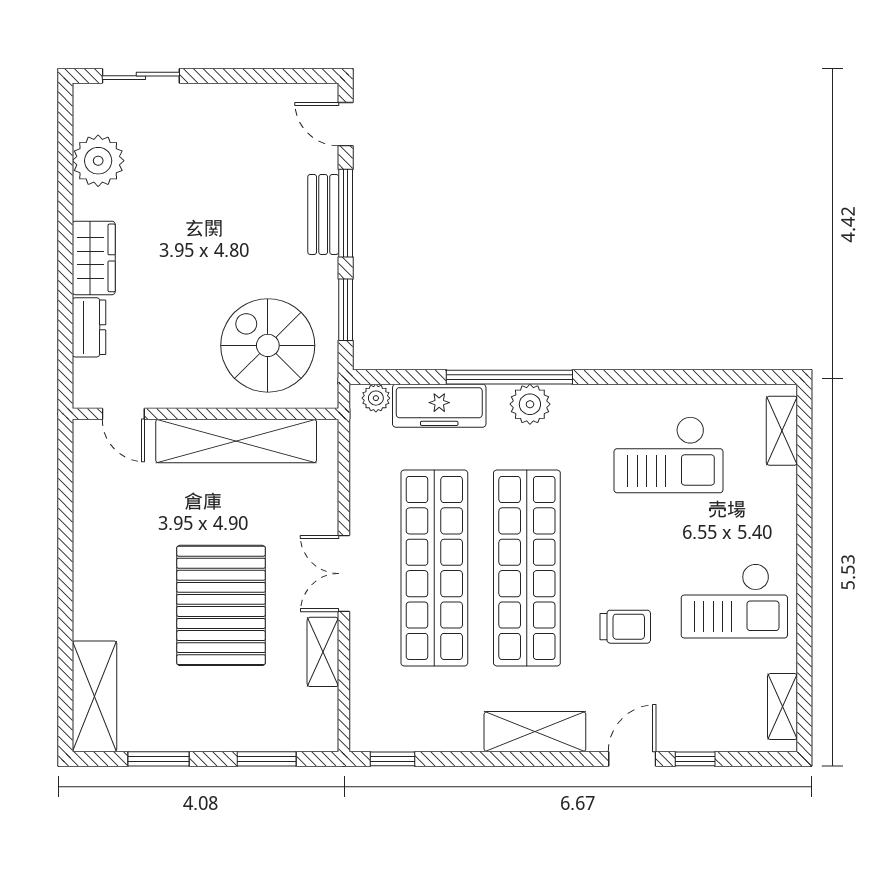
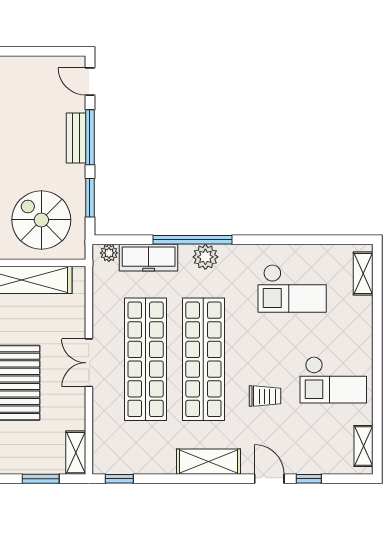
shelving: (323, 652) -> (76, 453), moved
door: (632, 759) -> (269, 479), hinge flipped

